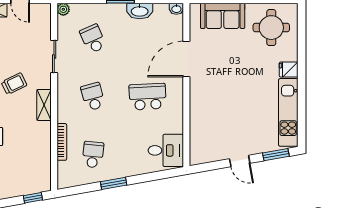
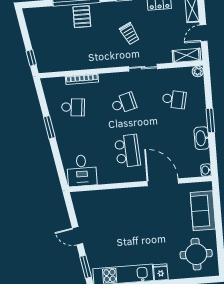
school desk: (93, 39) -> (174, 99), turned 36
sliding door: (54, 57) -> (143, 68), moved
shelving: (44, 105) -> (186, 55), moved
door: (240, 161) -> (78, 236), hinge flipped

